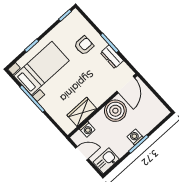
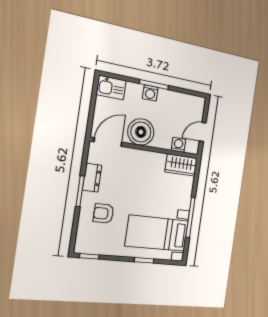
wardrobe: (82, 112) -> (181, 165), moved
door: (82, 153) -> (203, 132), hinge flipped
kitchen sink: (106, 161) -> (111, 88), moved

